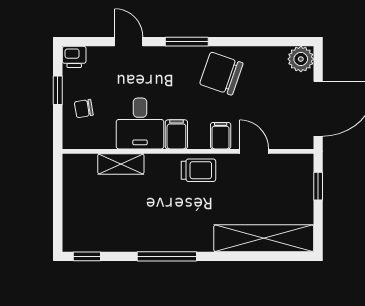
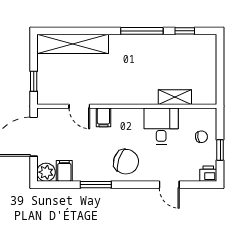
window: (187, 42) -> (96, 185), moved
chair: (221, 74) -> (126, 162), moved
filing cabinet: (176, 134) -> (64, 171), moved, turned 180
trolley: (198, 170) -> (119, 93), removed
window: (87, 256) -> (185, 31), moved

